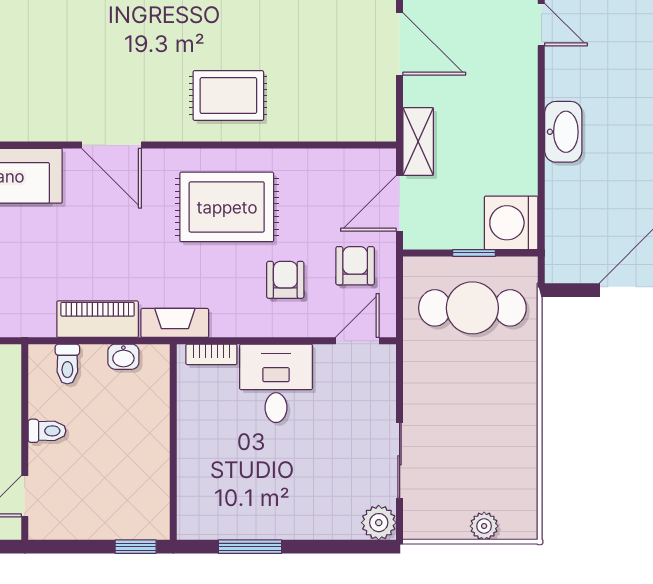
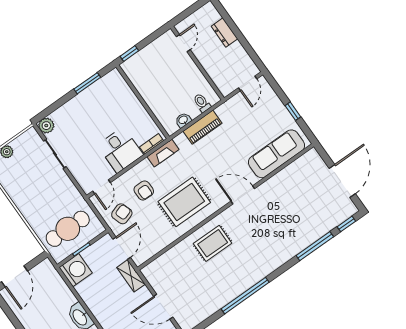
armchair: (355, 266) -> (122, 214), turned -108
fireplace: (175, 323) -> (163, 153), moved
toilet: (47, 431) -> (192, 73), removed

